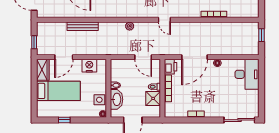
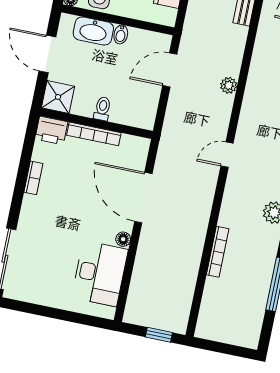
door: (143, 57) -> (170, 70), moved
printer: (170, 67) -> (51, 130), moved
desk: (247, 74) -> (100, 274), moved, turned -90
shower: (153, 98) -> (58, 97), moved

